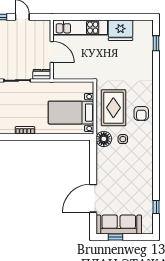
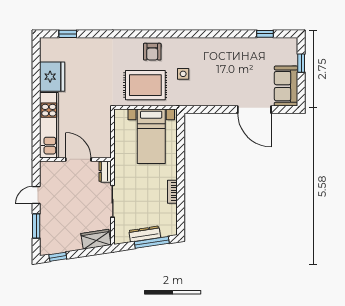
door: (52, 52) -> (78, 159), hinge flipped
armchair: (141, 113) -> (152, 52), turned 90
floor lamp: (104, 139) -> (183, 97), removed
sofa: (119, 225) -> (286, 86), width x0.73
window: (115, 237) -> (301, 63), moved

